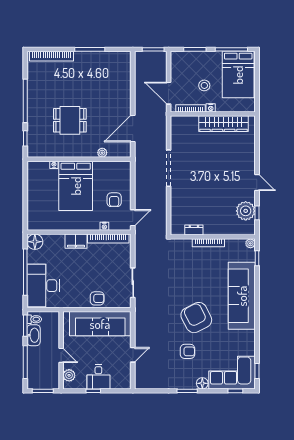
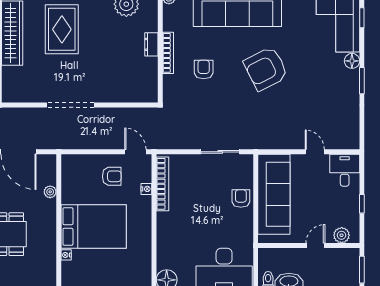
rug: (226, 162) -> (62, 29), added
dresser: (194, 230) -> (151, 44), moved
filing cabinet: (76, 241) -> (166, 226), removed
armchair: (187, 351) -> (204, 69), moved
desk: (98, 377) -> (345, 170), moved, turned -90

